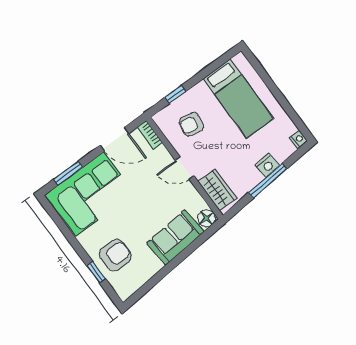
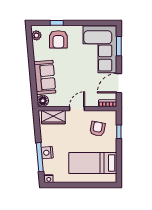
window: (268, 181) -> (40, 157), moved
plant: (131, 286) -> (36, 35), added

